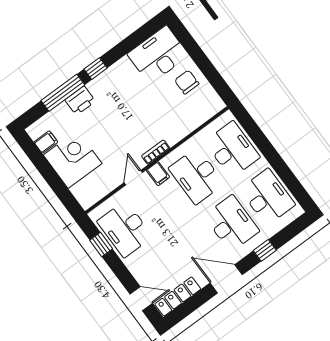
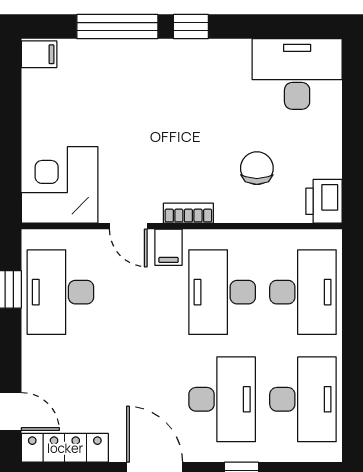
chair: (187, 82) -> (257, 168), moved
printer: (80, 101) -> (324, 201), moved, turned 90
filing cabinet: (46, 142) -> (39, 54), moved
corner desk: (73, 159) -> (60, 185), moved, turned -90
door: (133, 178) -> (128, 226), swing flipped

